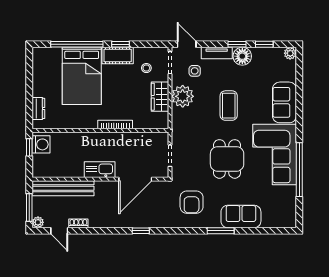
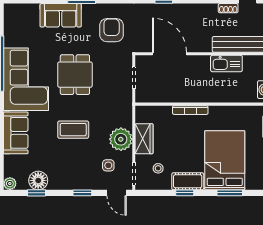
window: (77, 44) -> (230, 193), width x0.47
window: (237, 44) -> (82, 193), moved
tv unit: (217, 53) -> (86, 184), removed
floor lamp: (242, 56) -> (38, 180), moved
coffee table: (229, 106) -> (73, 130), turned 90
kitchen sink: (100, 170) -> (226, 64), moved
door: (135, 179) -> (169, 54), hinge flipped

